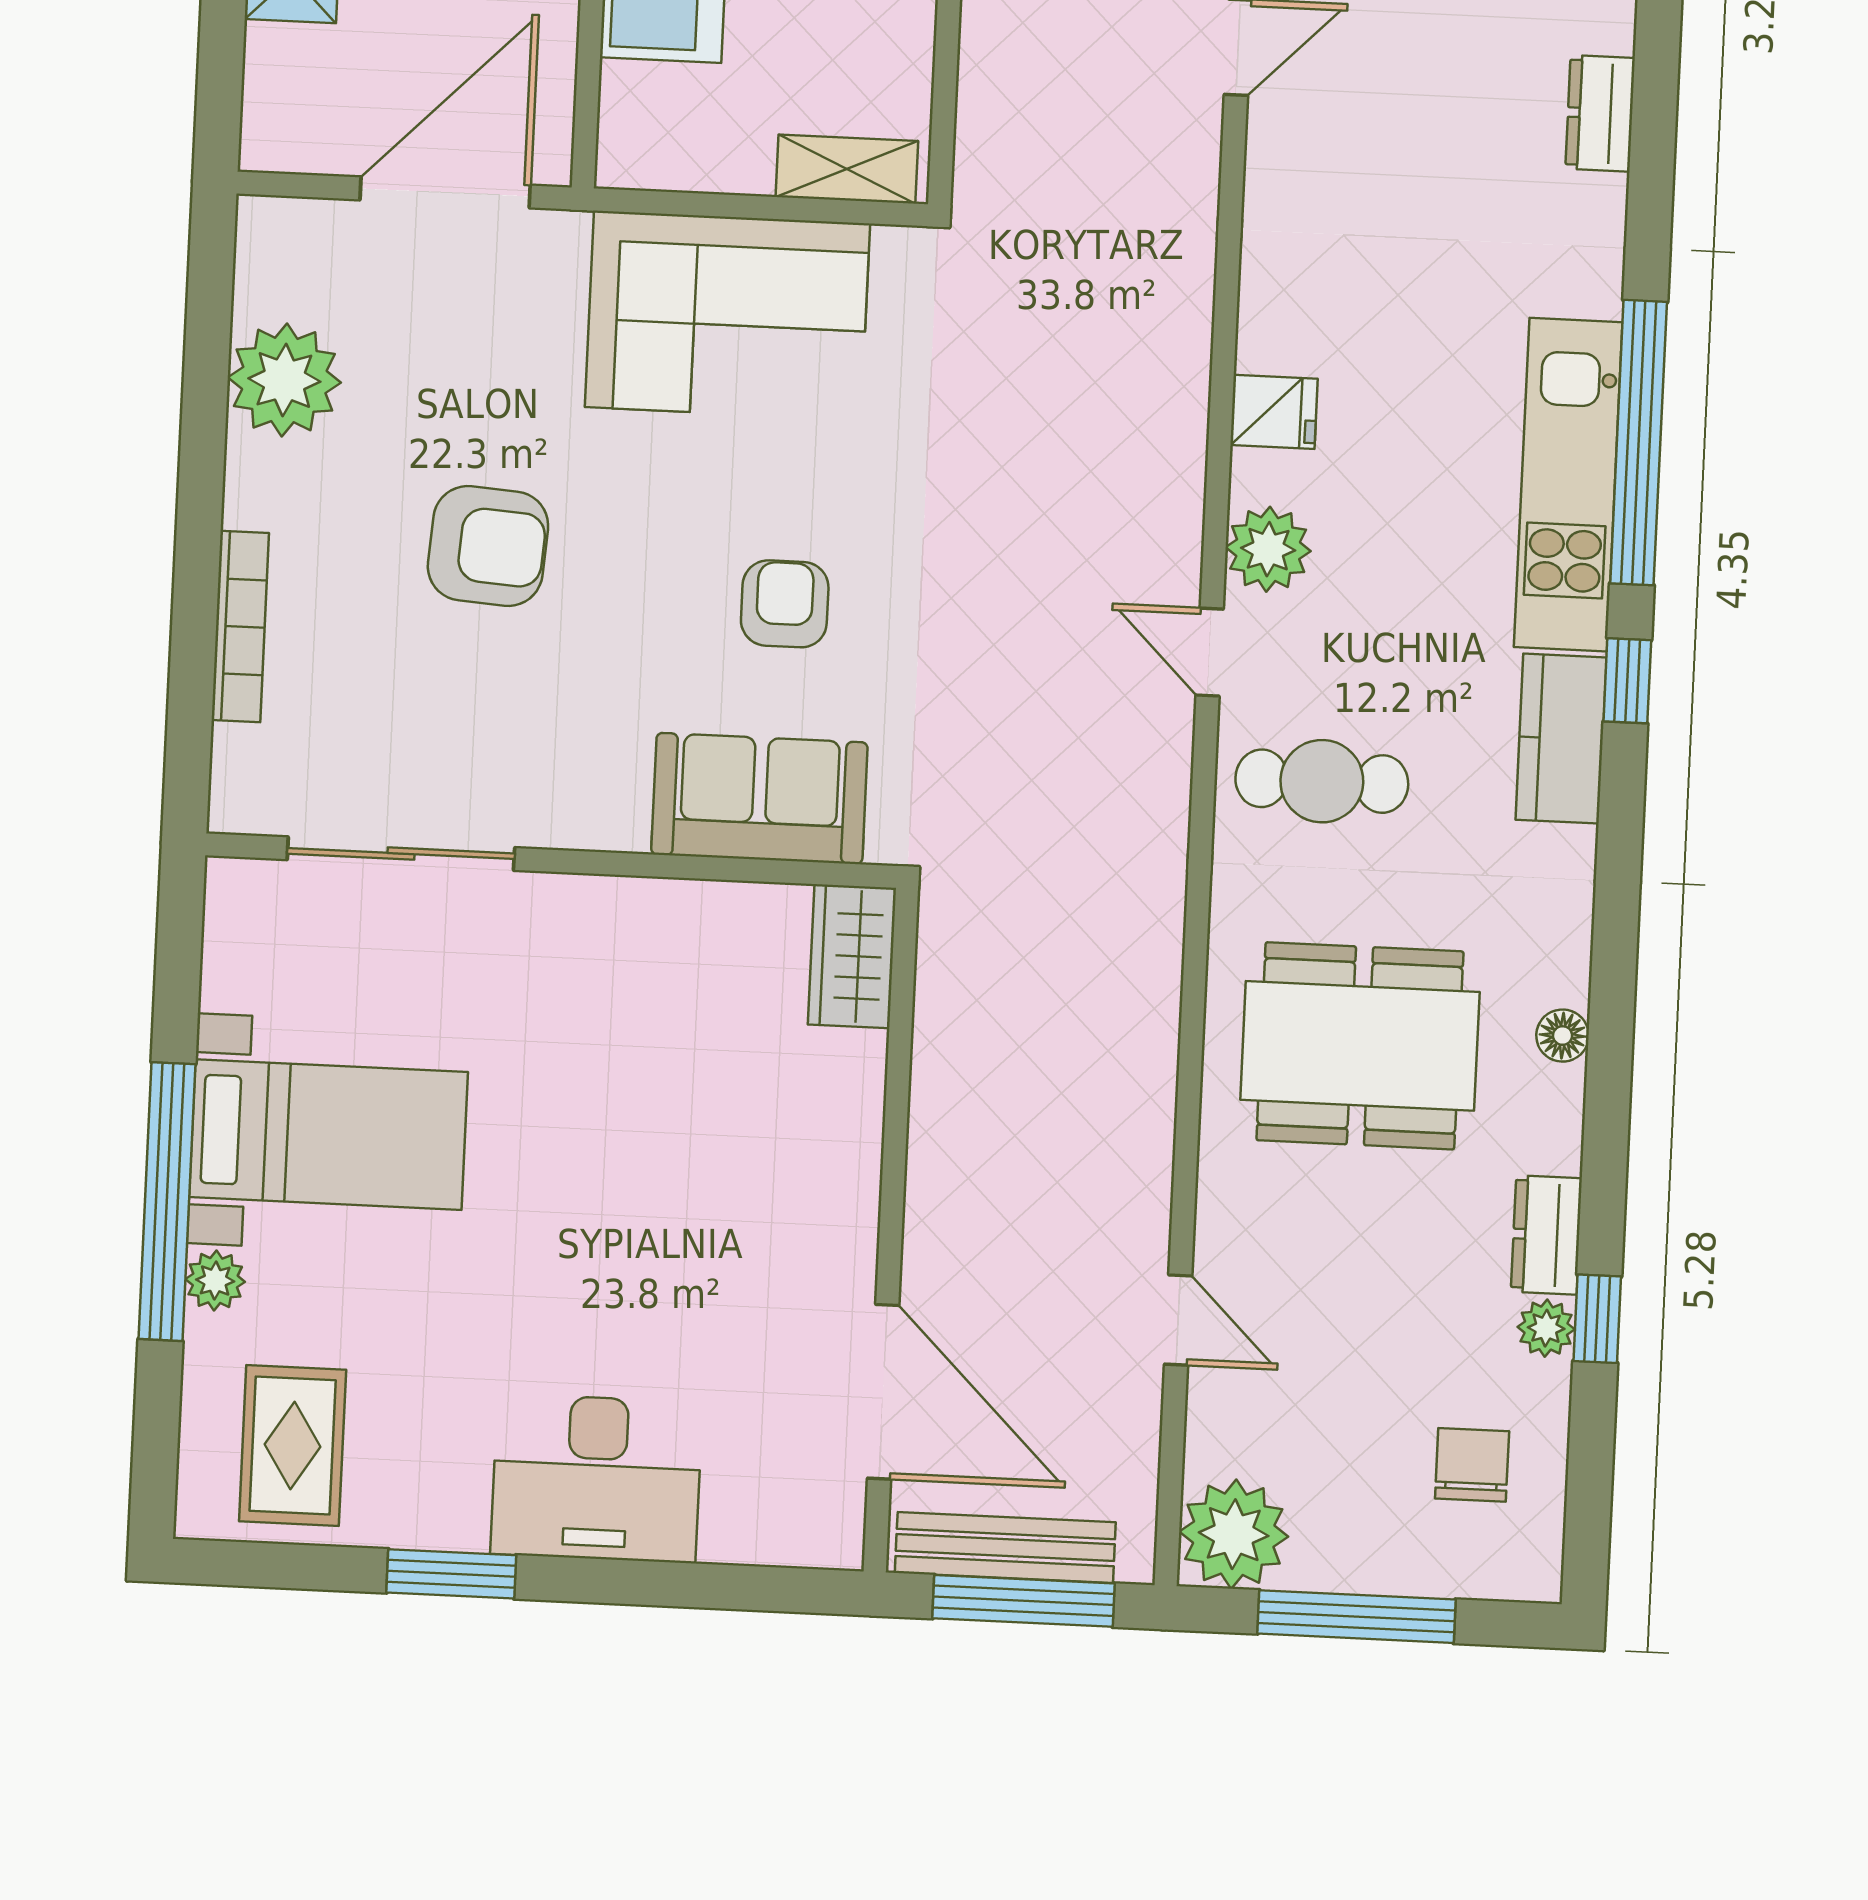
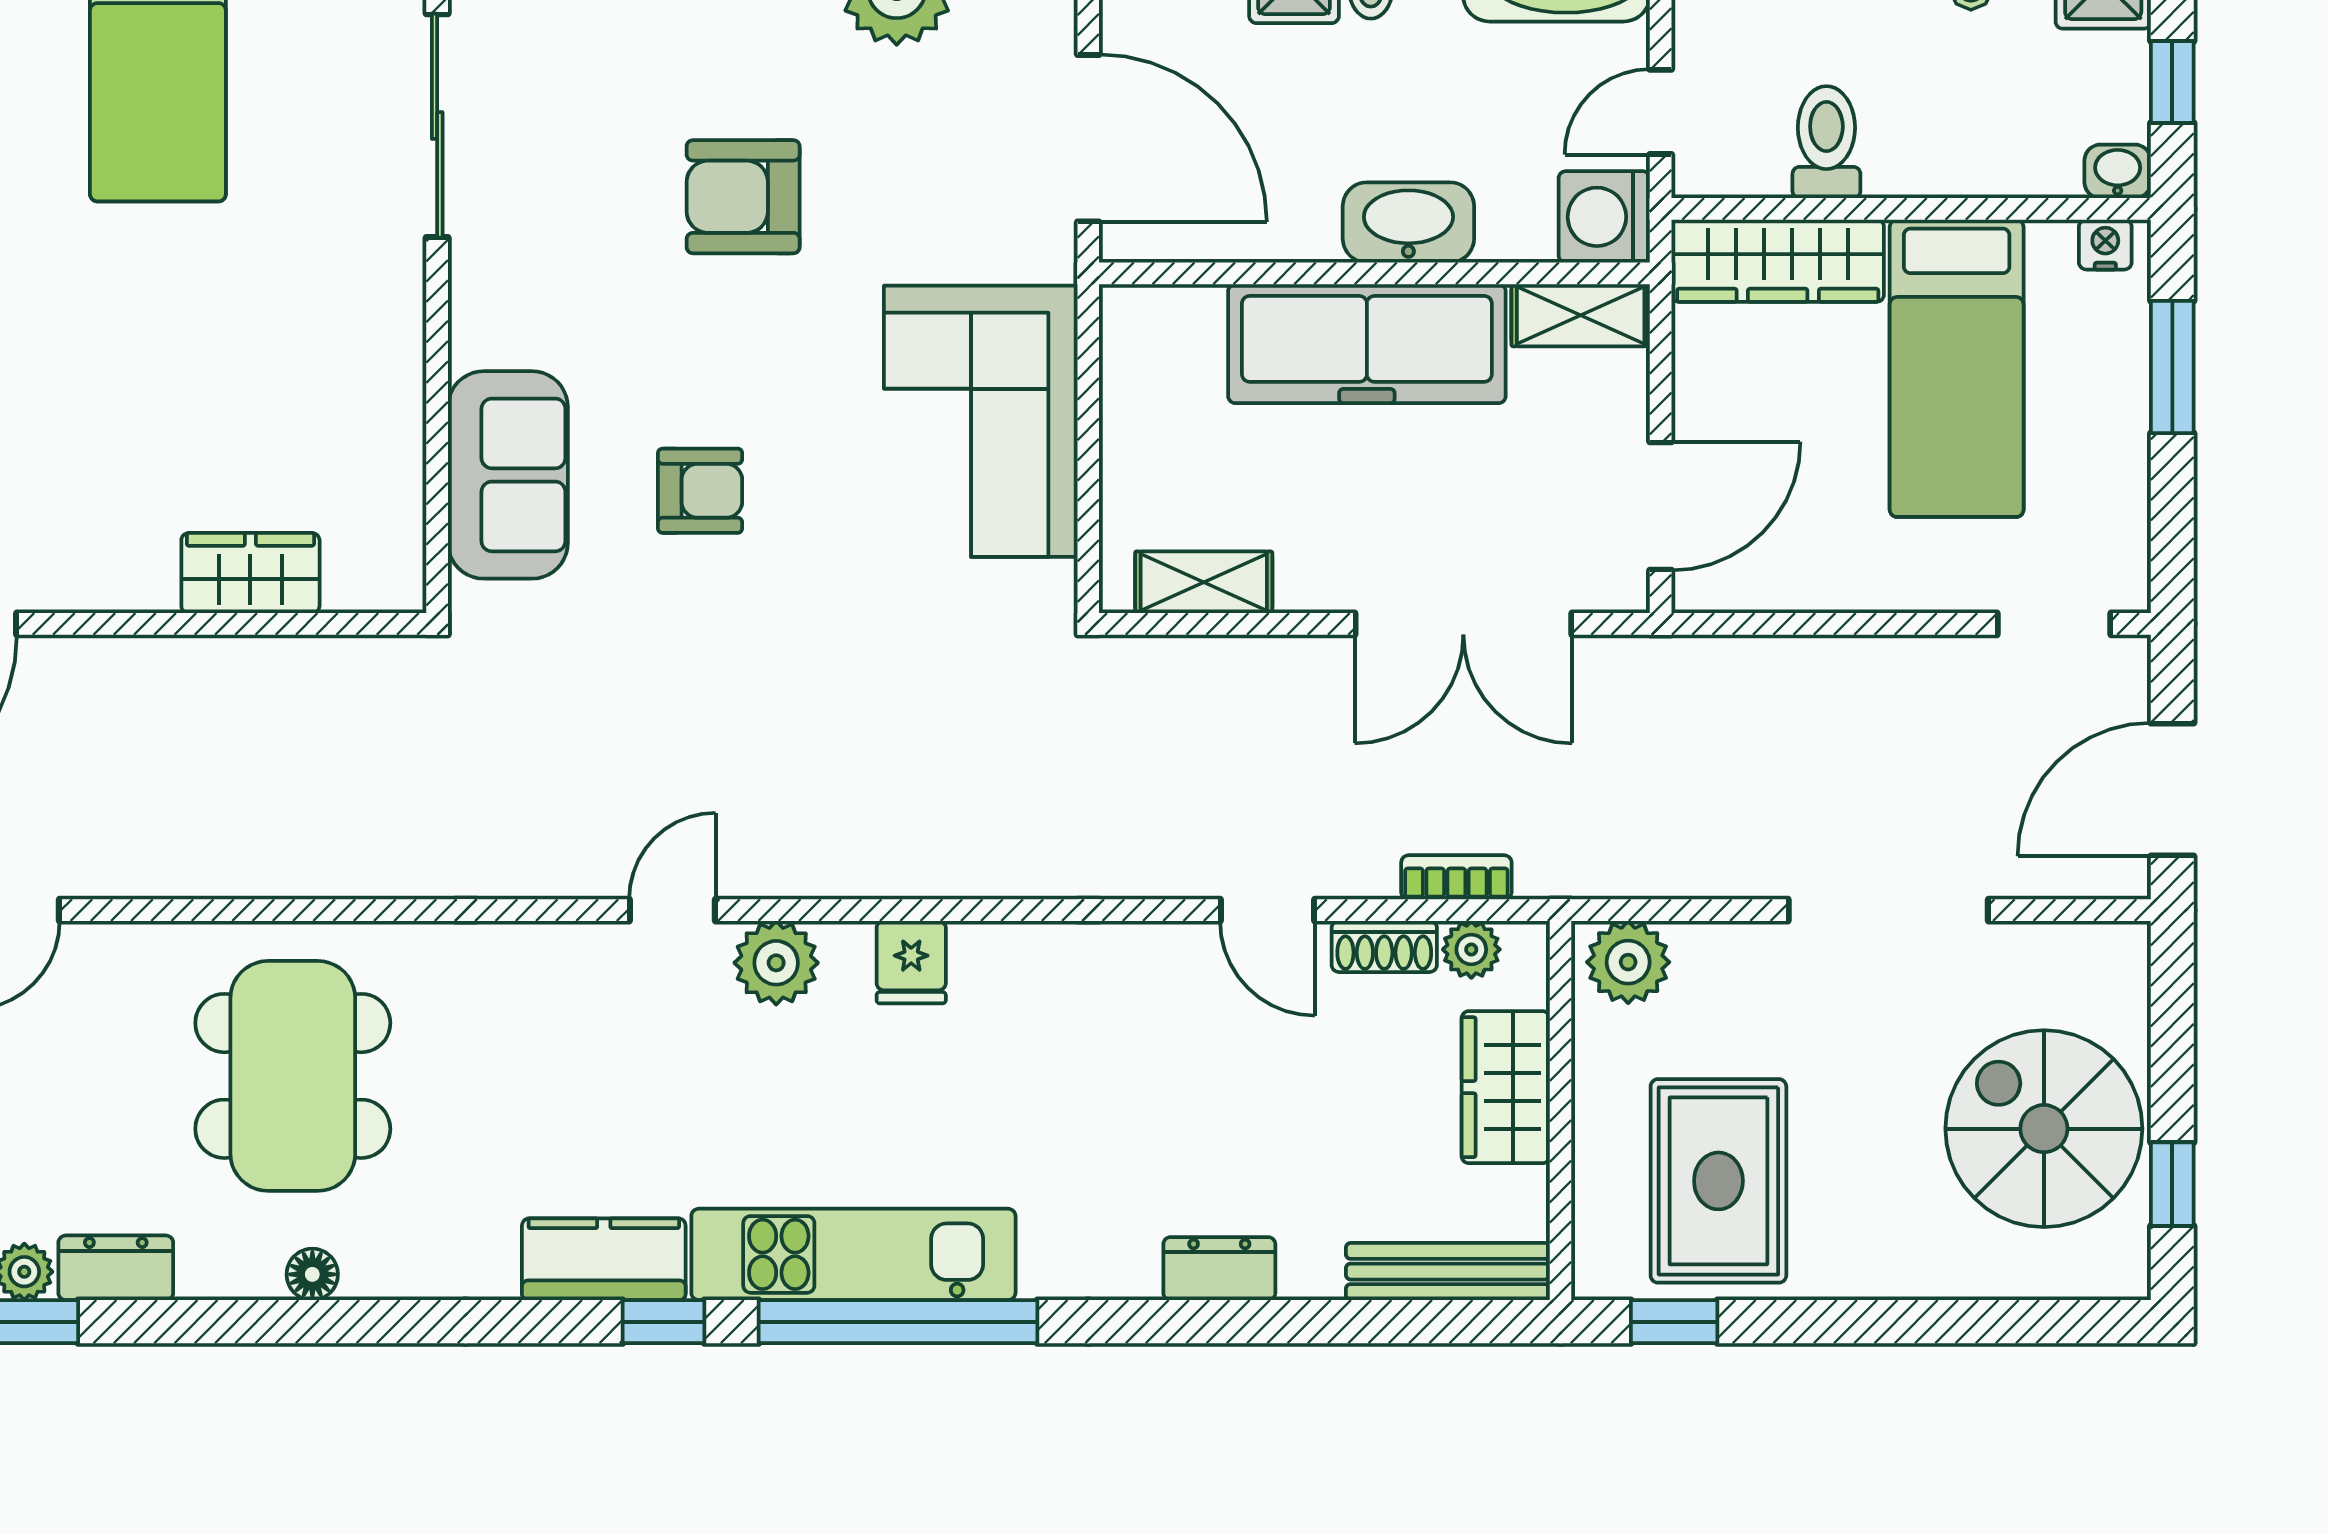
shelving: (847, 169) -> (1204, 582), moved, turned 90
armchair: (488, 546) -> (743, 197), turned 86
cafe table: (1322, 781) -> (551, 1026), removed
wardrobe: (852, 956) -> (250, 573), moved

